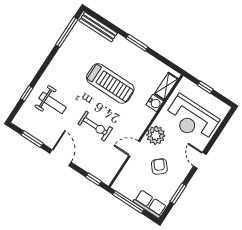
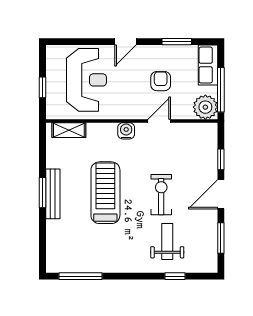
bench: (98, 27) -> (53, 194), moved
water cooler: (155, 103) -> (126, 131), moved
exercise bike: (95, 126) -> (161, 195), moved
plant: (156, 135) -> (205, 107), moved
door: (134, 149) -> (159, 121), swing flipped
armchair: (159, 166) -> (161, 81), turned 130
window: (93, 179) -> (221, 159), moved

